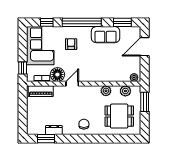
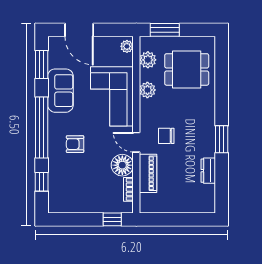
corner sofa: (40, 46) -> (112, 96), moved, turned -90
piano: (41, 91) -> (148, 173), moved
dining table: (119, 116) -> (187, 69), turned 90
chair: (84, 124) -> (166, 136), moved
window: (46, 139) -> (222, 139), moved

